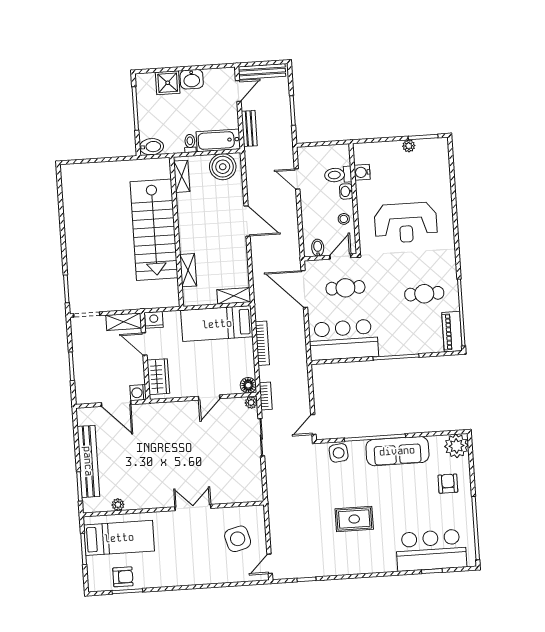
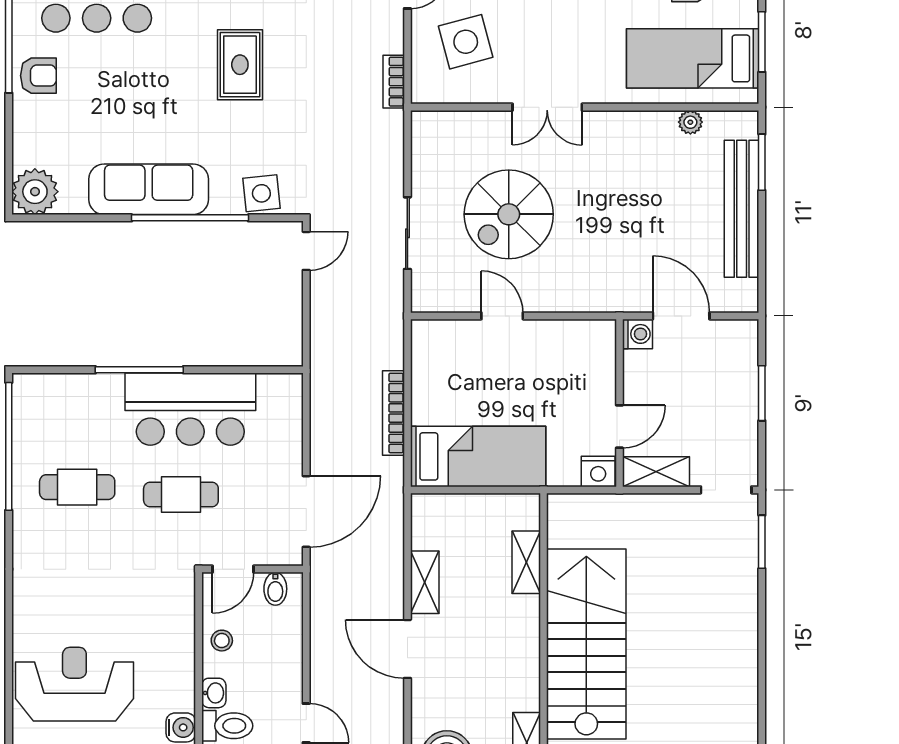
reception desk: (406, 223) -> (74, 684), moved
cafe table: (345, 288) -> (181, 495), moved
door: (304, 289) -> (306, 511), hinge flipped
shelving: (234, 296) -> (425, 582), moved, turned 90
piano: (452, 332) -> (29, 411), removed
bar counter: (343, 340) -> (190, 409), moved
door: (144, 344) -> (619, 426), hinge flipped
wardrobe: (158, 377) -> (597, 362), removed
floor lamp: (248, 385) -> (426, 334), removed
bookcase: (266, 396) -> (394, 82), moved
door: (209, 397) -> (502, 316), hinge flipped
plant: (251, 402) -> (422, 301), removed
spiral stairs: (209, 451) -> (509, 214), added
armchair: (448, 484) -> (38, 76), moved, turned -90
rug: (354, 519) -> (240, 65), turned 90

